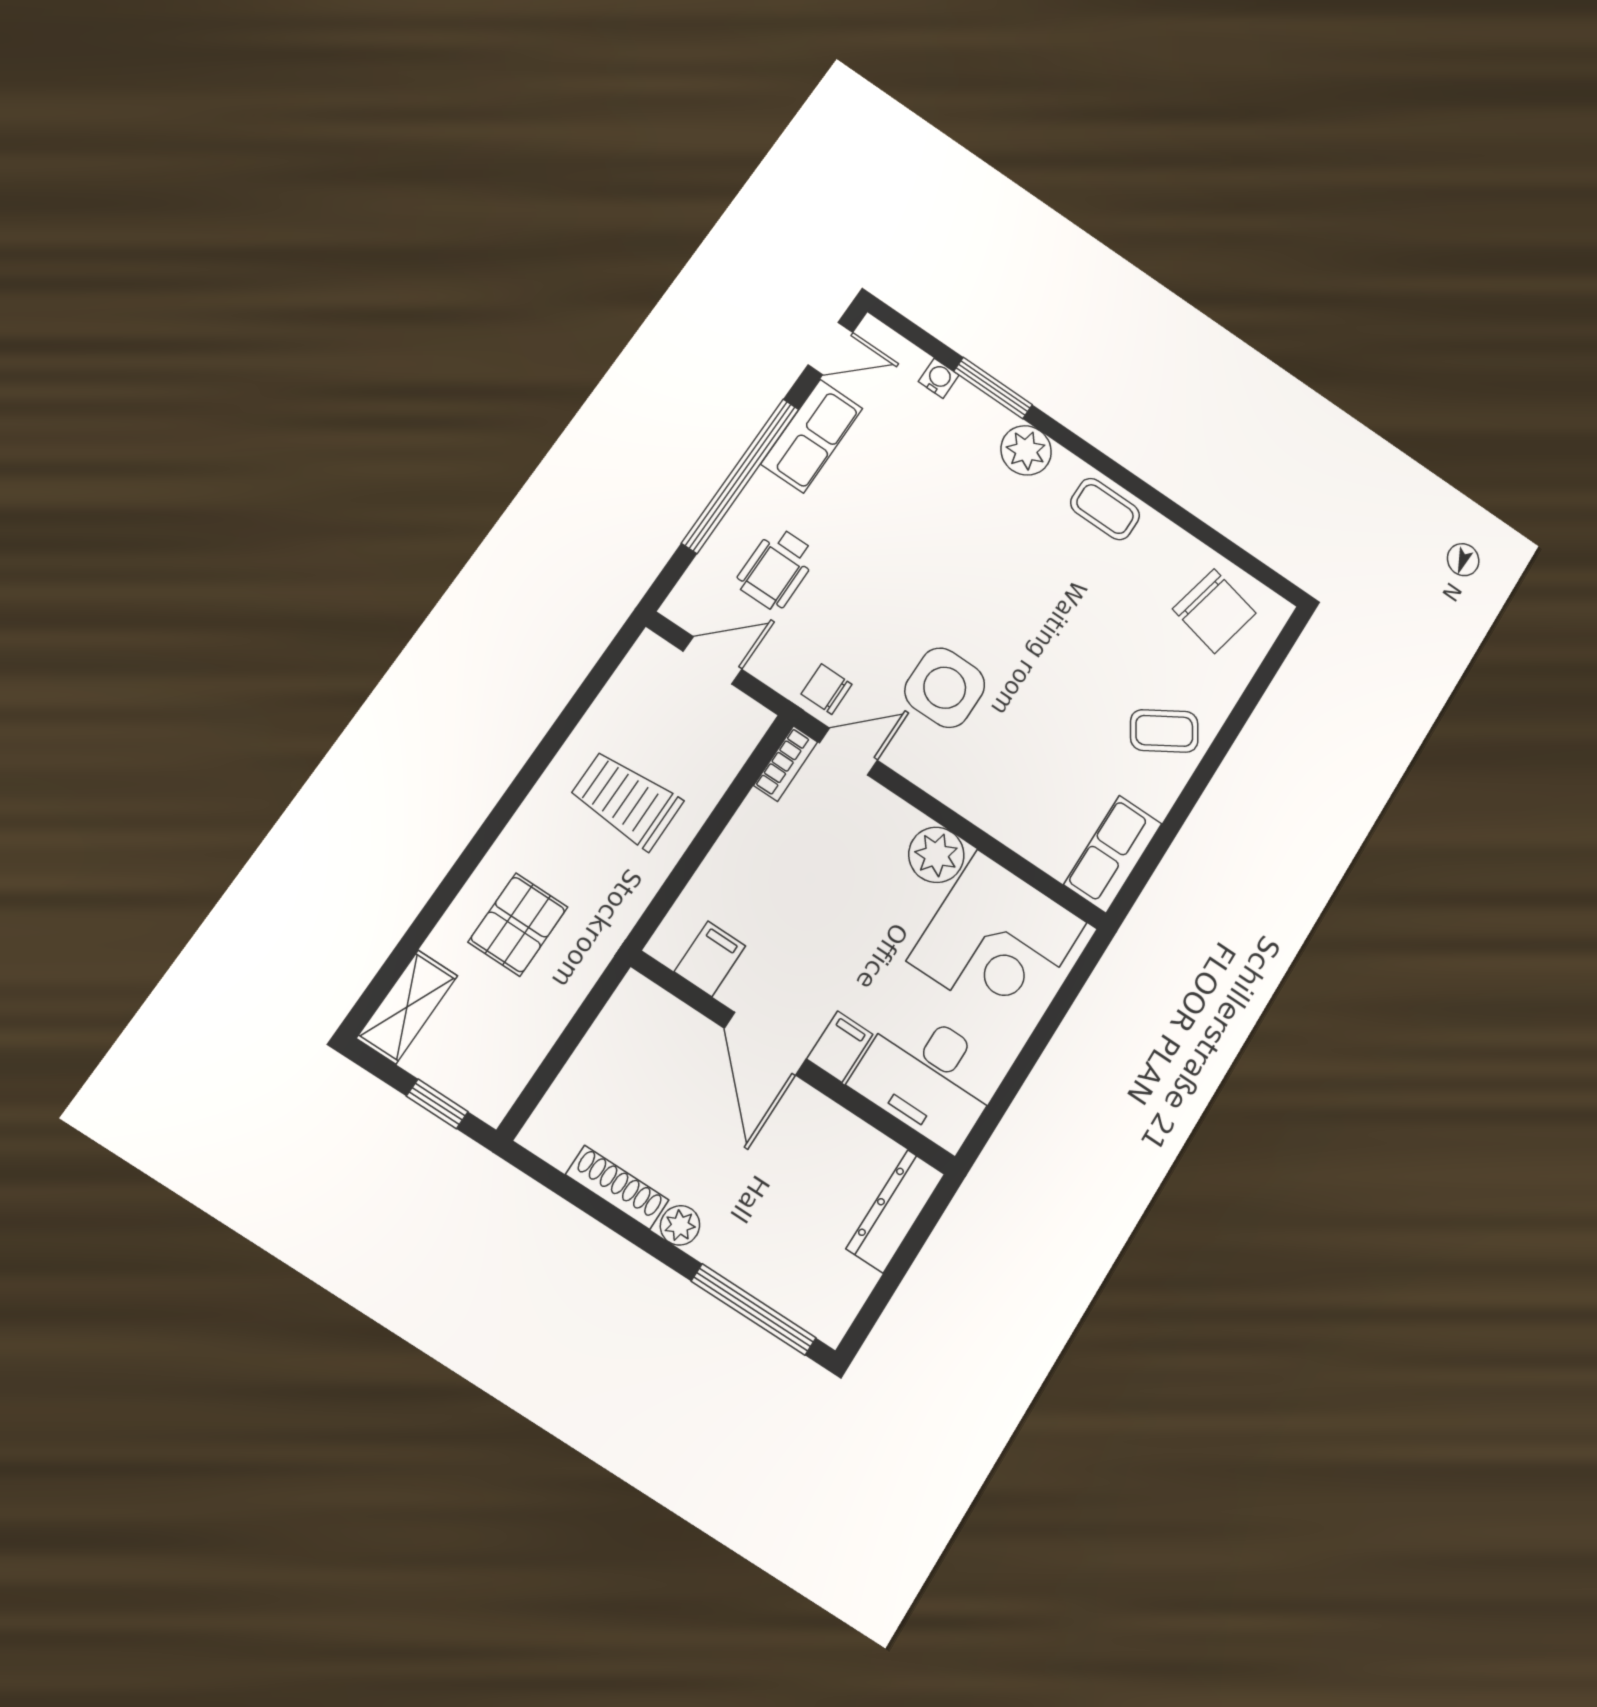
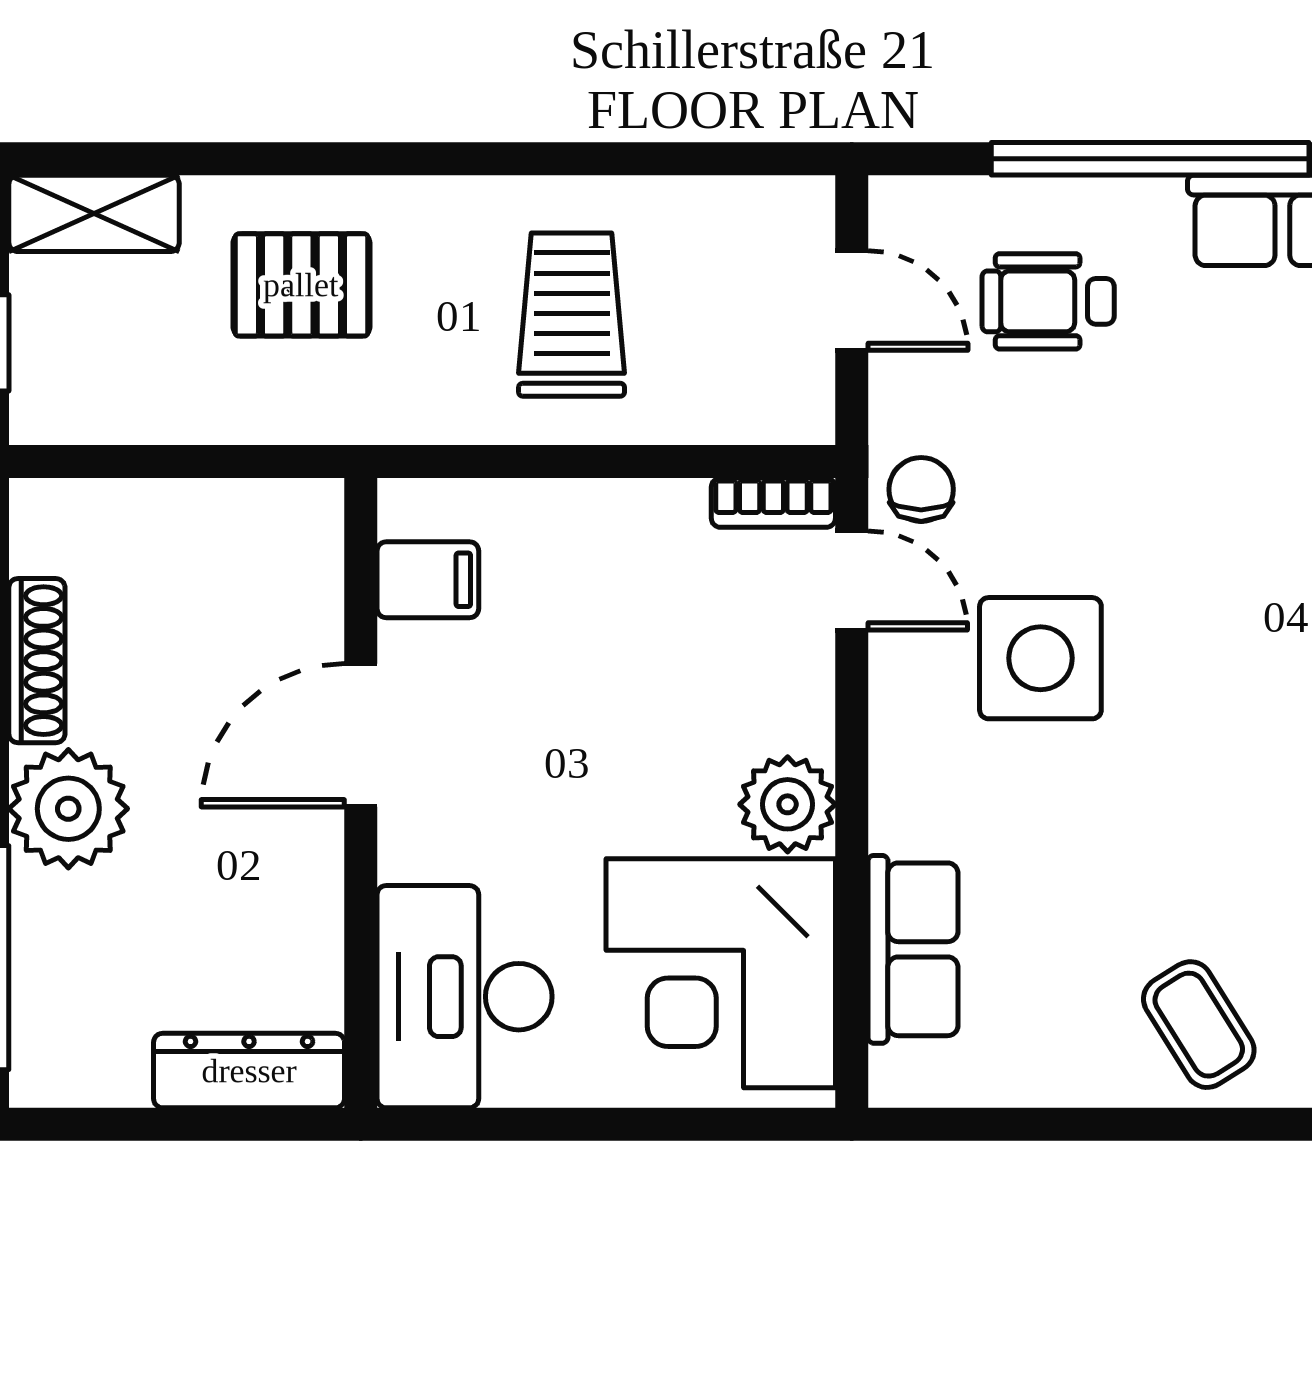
row of seats: (1113, 854) -> (913, 949), moved, turned 90
filing cabinet: (840, 1047) -> (425, 843), removed
plant: (680, 1225) -> (68, 809), width x1.87, depth x1.87

